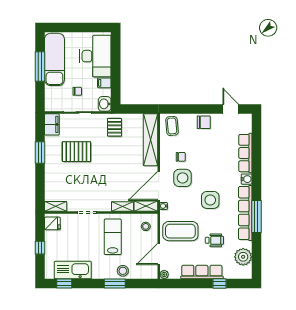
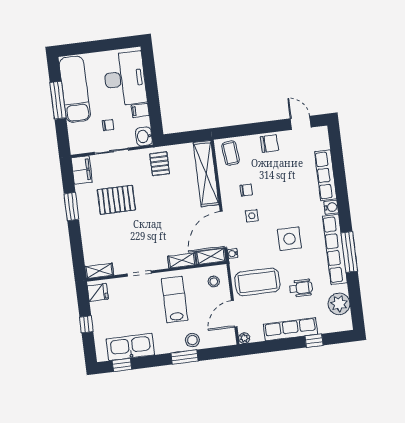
side table: (183, 178) -> (252, 216), width x0.54, depth x0.54

